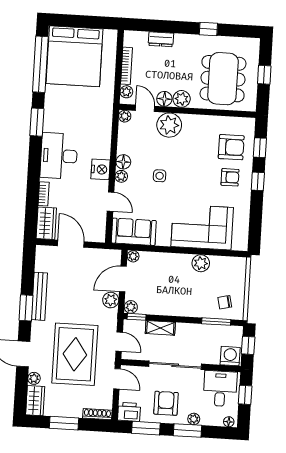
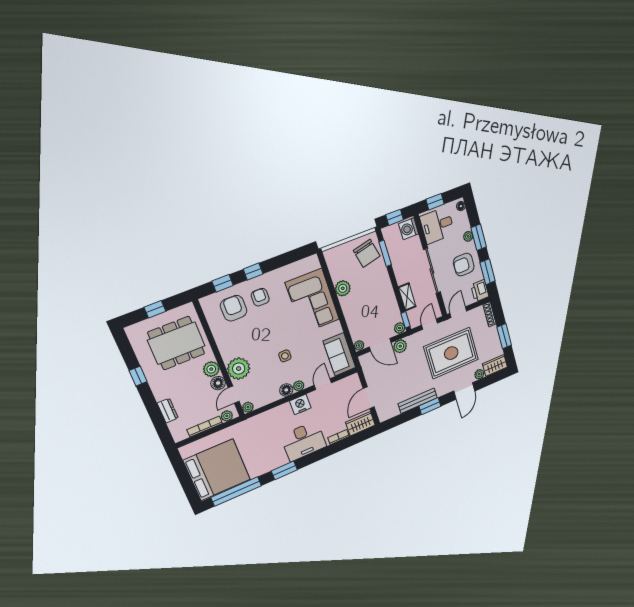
chair: (225, 302) -> (367, 253), width x1.87, depth x1.87

